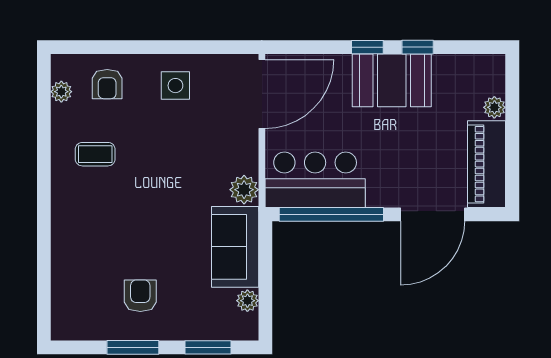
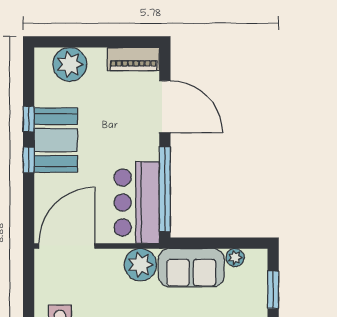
door: (262, 94) -> (67, 246), hinge flipped
plant: (494, 107) -> (70, 64), width x1.87, depth x1.87
piano: (487, 164) -> (133, 59), width x0.73, depth x0.75
plant: (244, 190) -> (140, 265), width x1.36, depth x1.36

